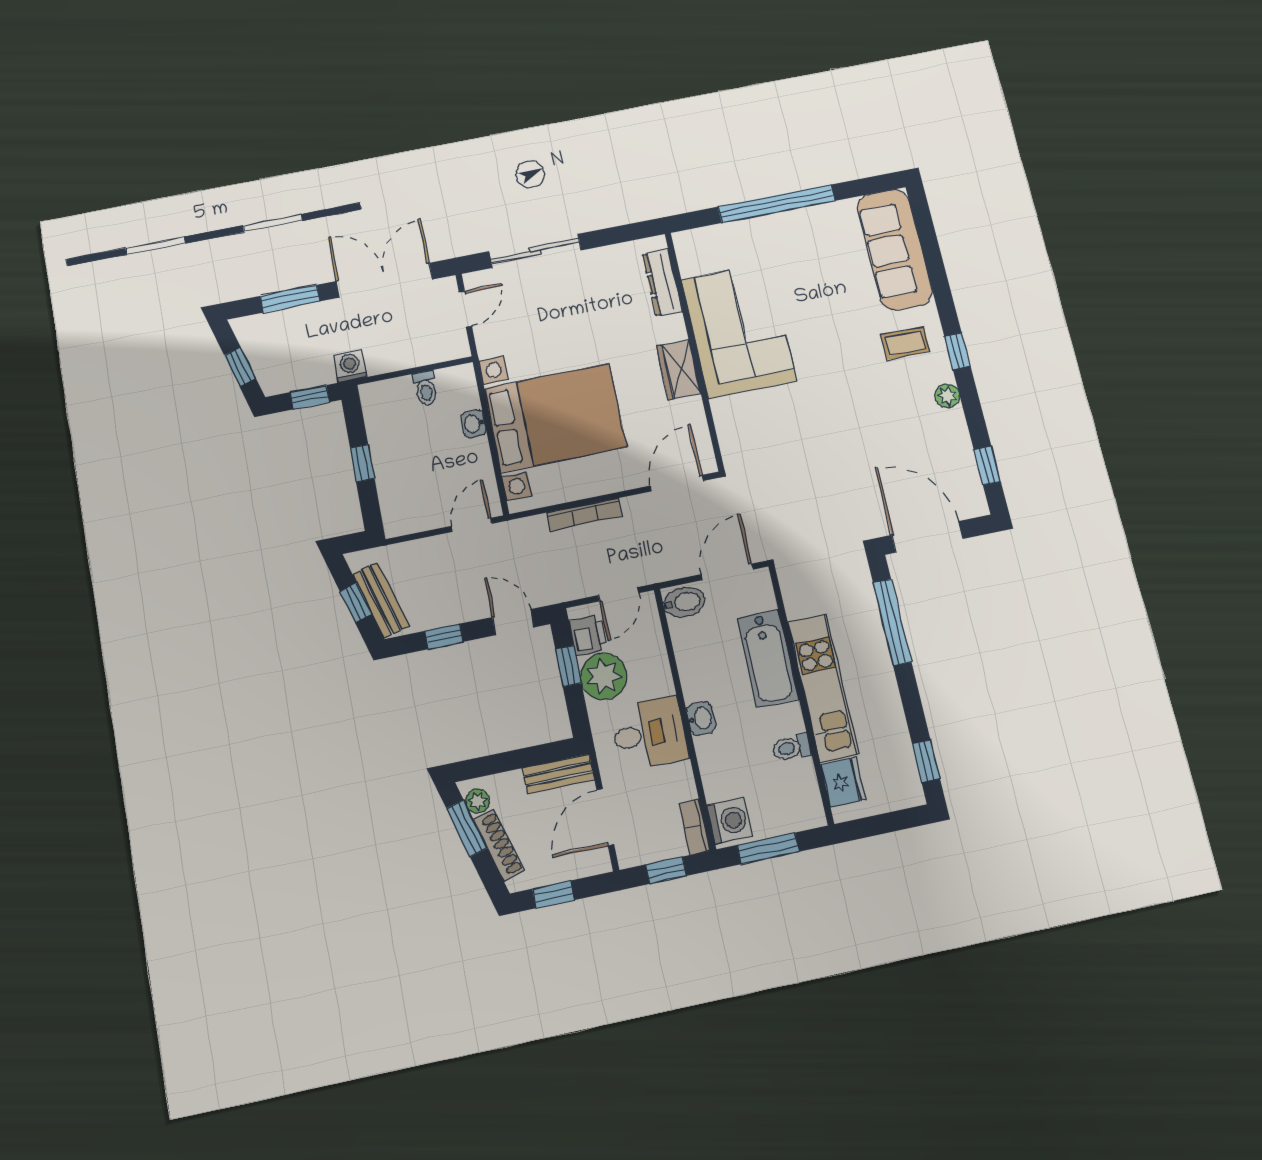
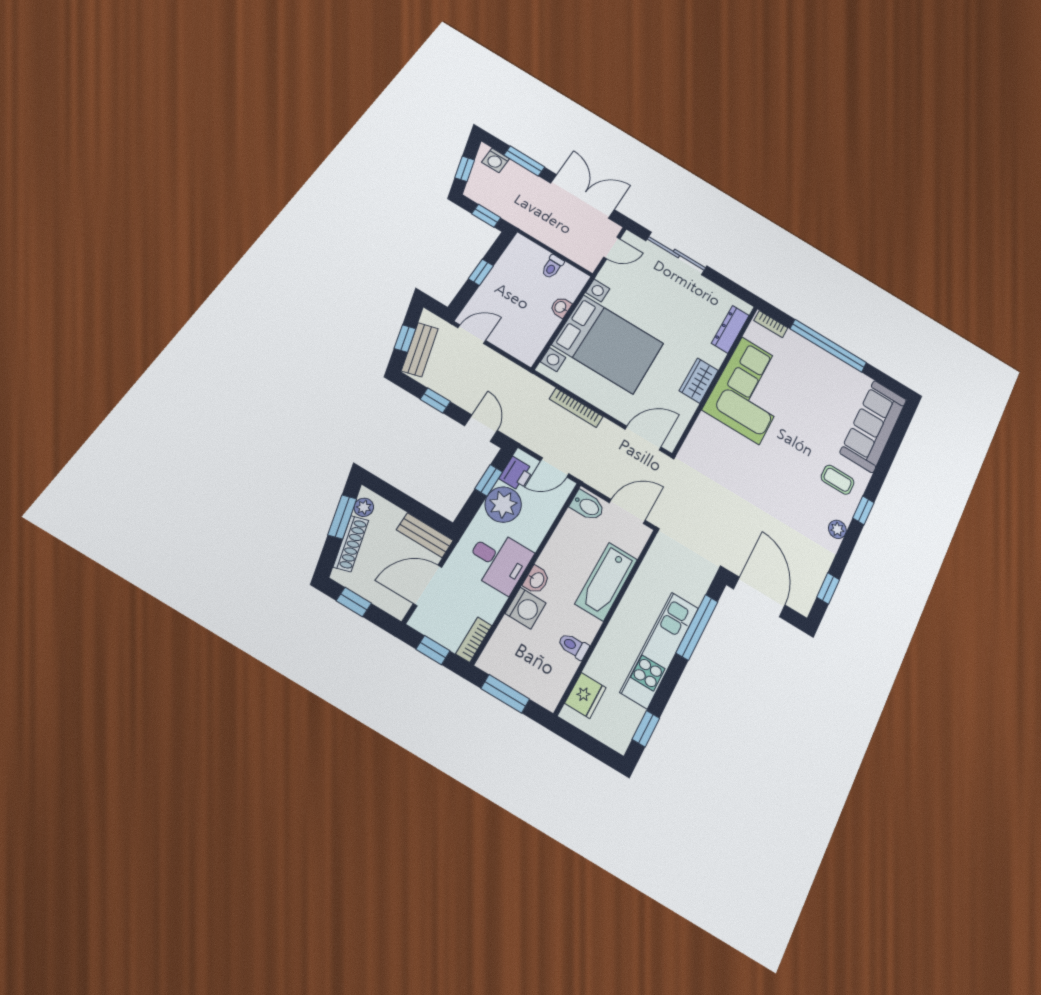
bookcase: (698, 237) -> (771, 324), added
washing machine: (350, 366) -> (496, 160), moved, turned 180
door: (472, 525) -> (472, 334), moved
kitchen unit: (823, 688) -> (660, 650), moved, turned 180
washing machine: (730, 821) -> (526, 608), moved

